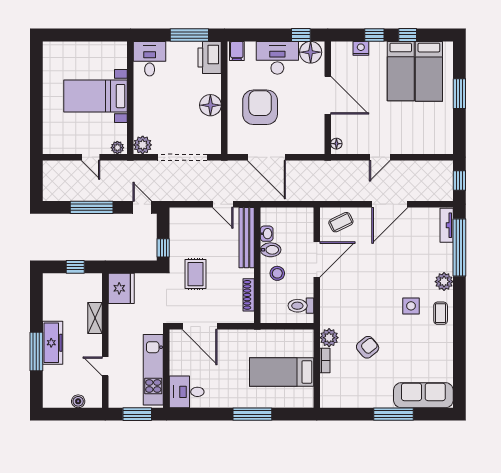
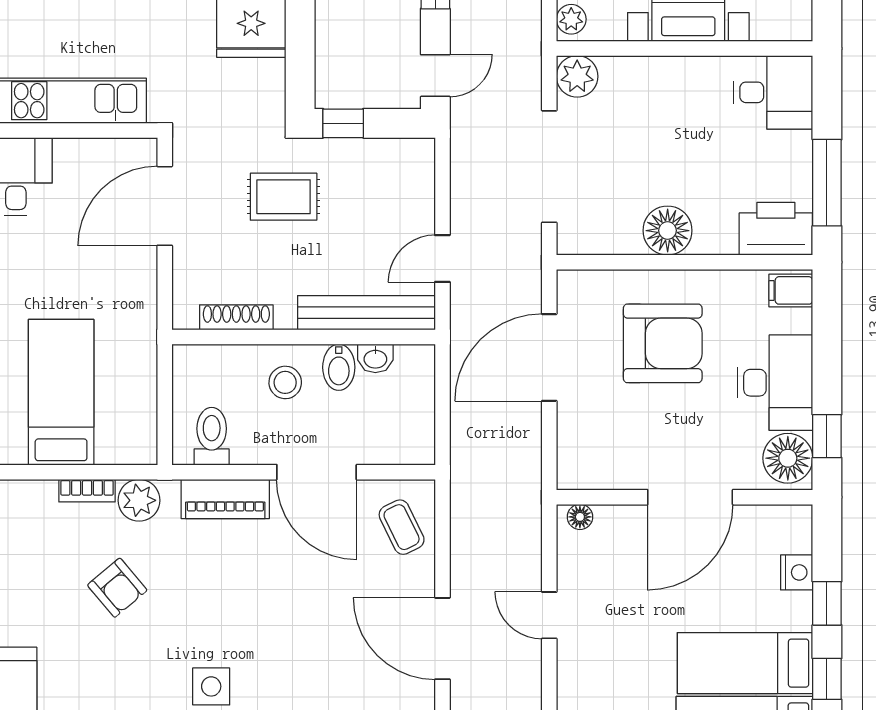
piano: (329, 300) -> (225, 499), added

